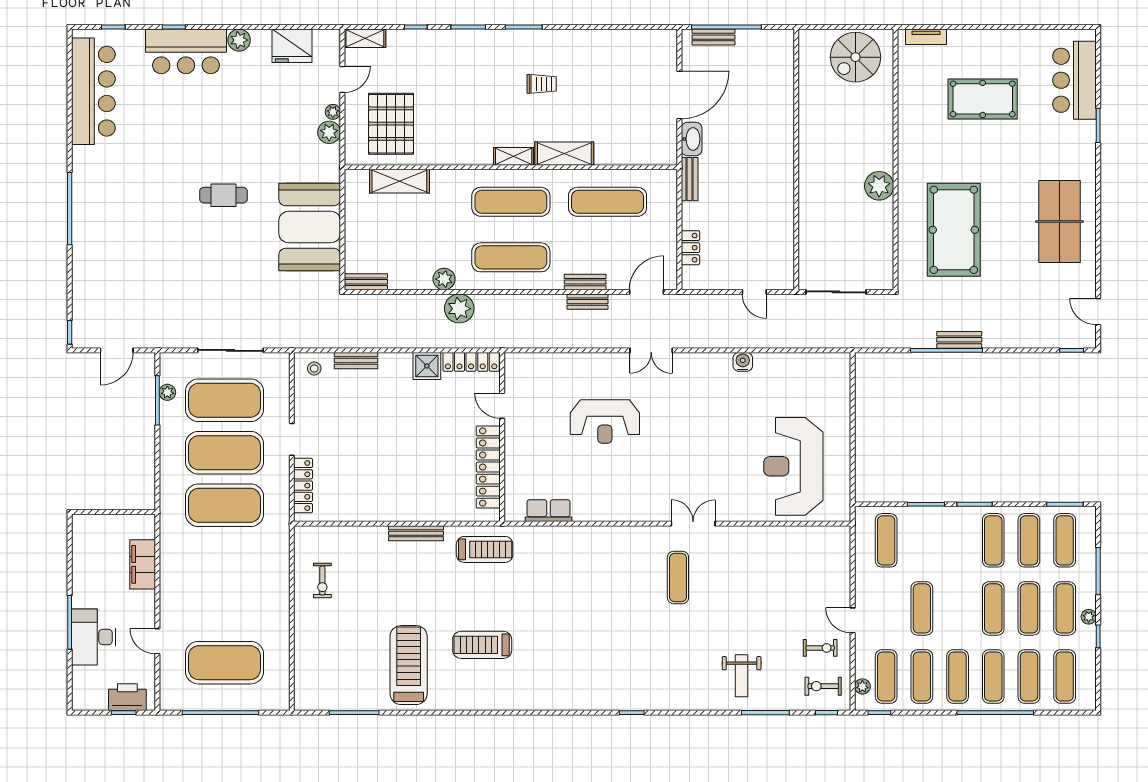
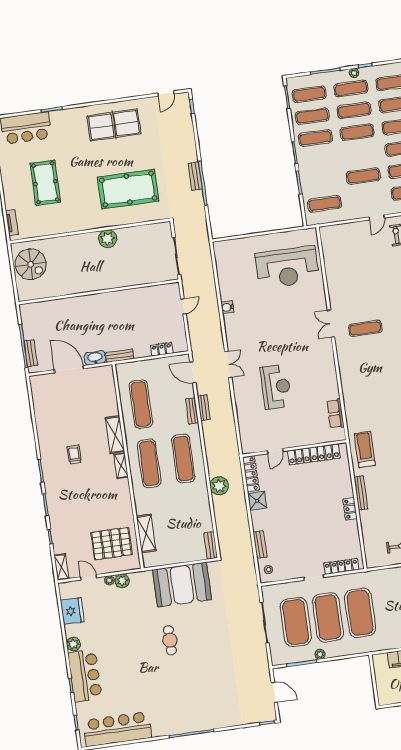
plant: (444, 279) -> (202, 498), removed
plant: (167, 392) -> (320, 654), moved
locker: (393, 512) -> (350, 509), added

